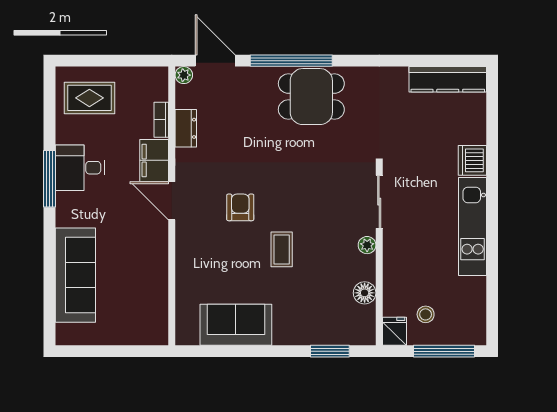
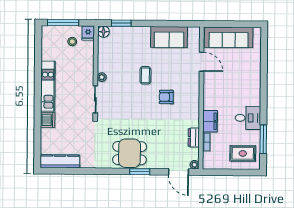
window: (291, 61) -> (140, 172), width x0.47
window: (49, 179) -> (263, 139), moved
door: (172, 201) -> (202, 62), moved
armchair: (240, 207) -> (166, 97), turned 90
sofa: (75, 275) -> (229, 37), moved, turned -90
floor lamp: (365, 293) -> (103, 32), moved

